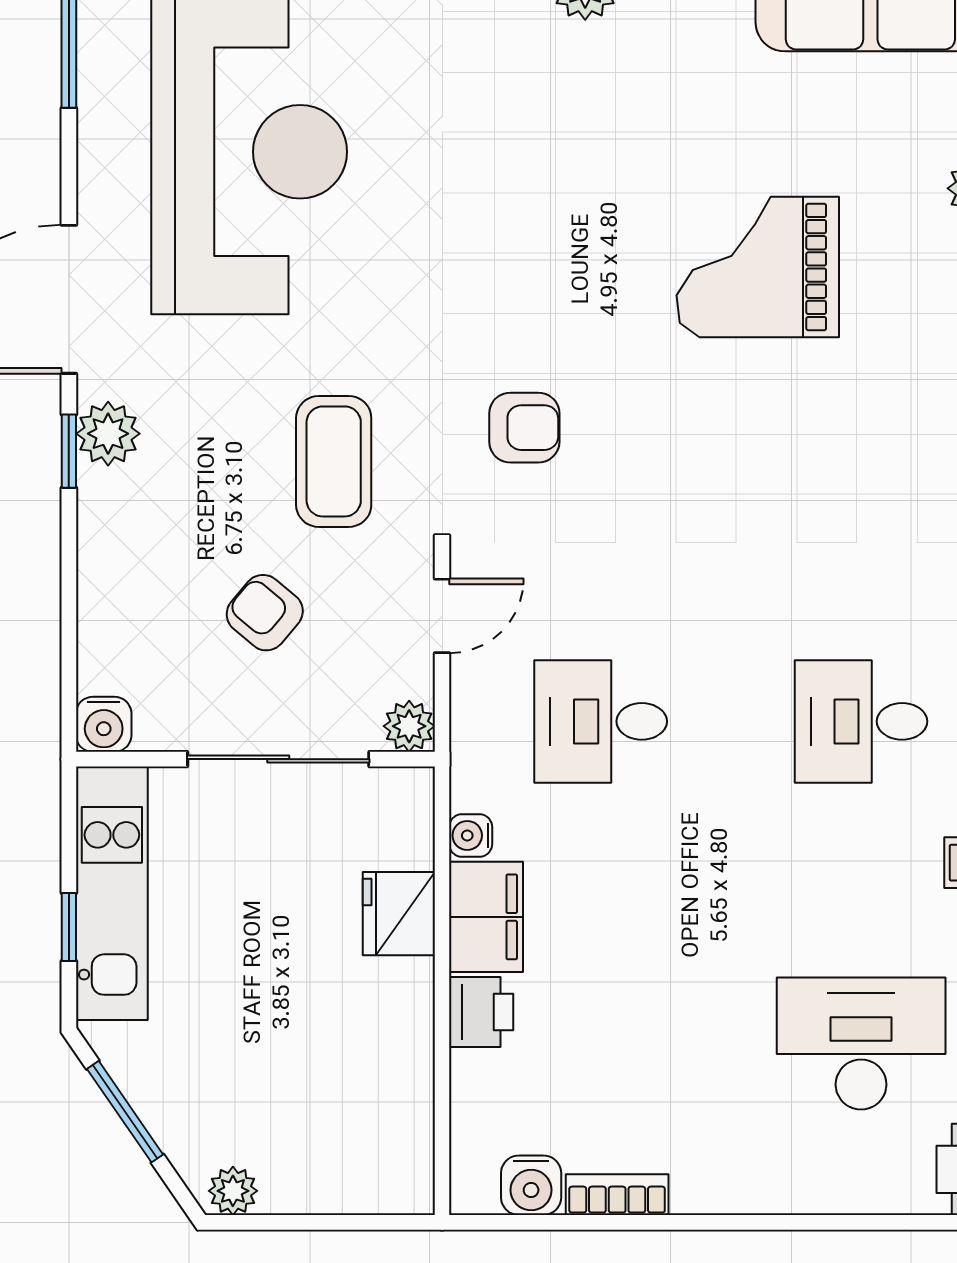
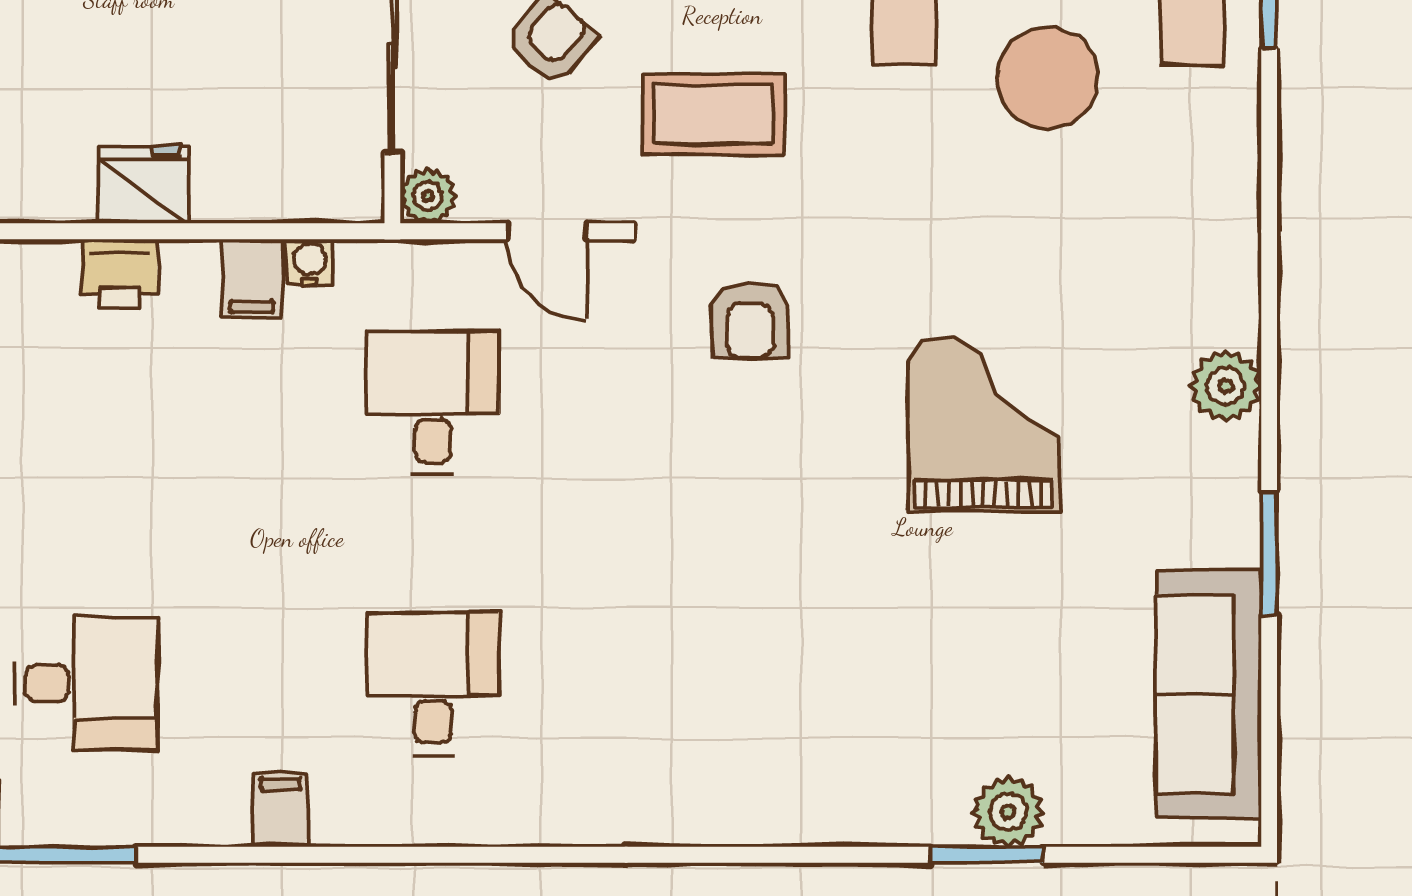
grand piano: (758, 267) -> (984, 424), moved
fridge: (399, 914) -> (143, 185), moved
filing cabinet: (486, 917) -> (252, 279), width x0.50
desk: (861, 1043) -> (85, 683), width x0.73

